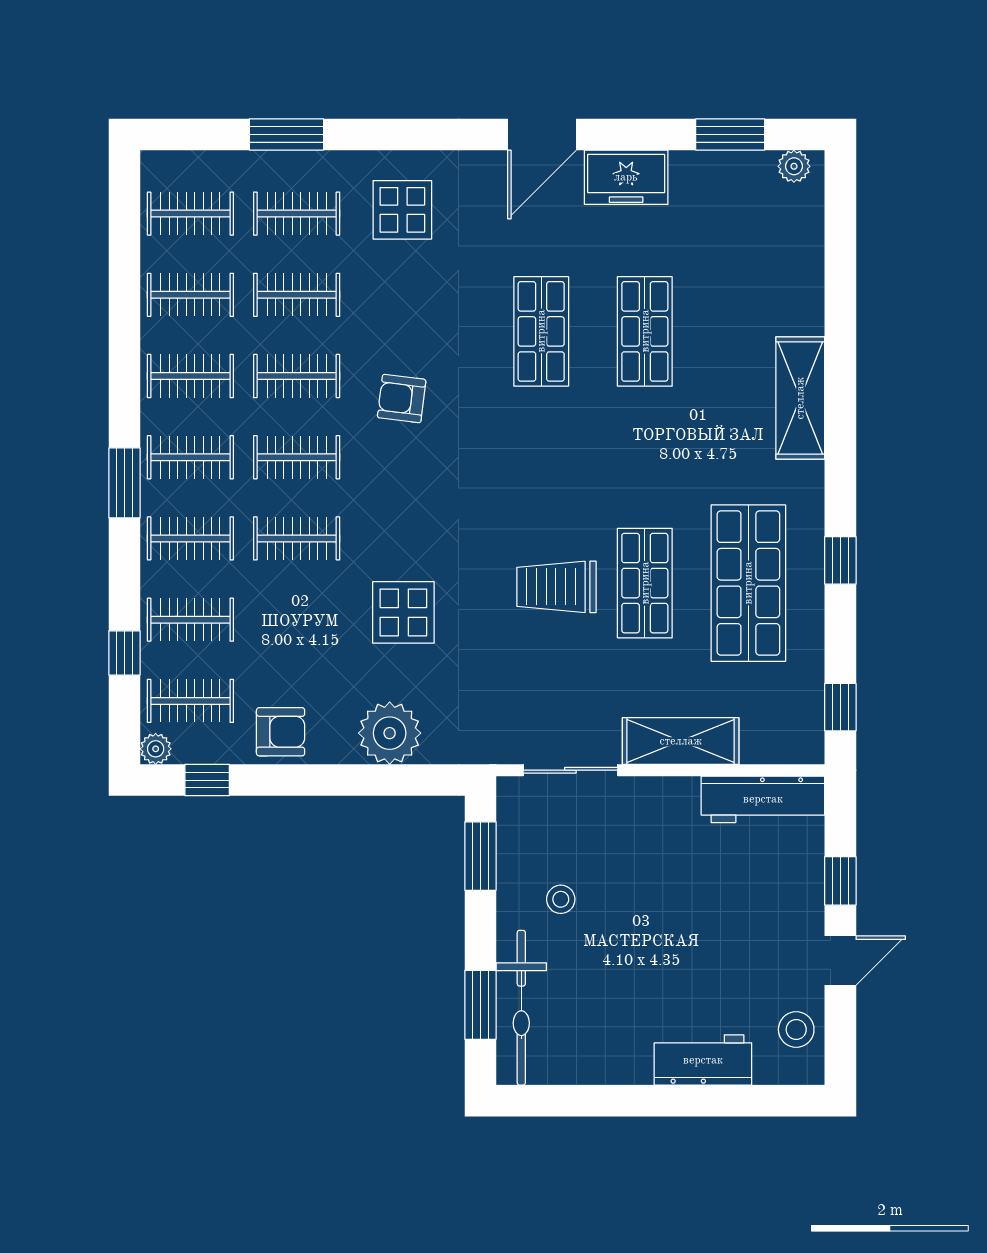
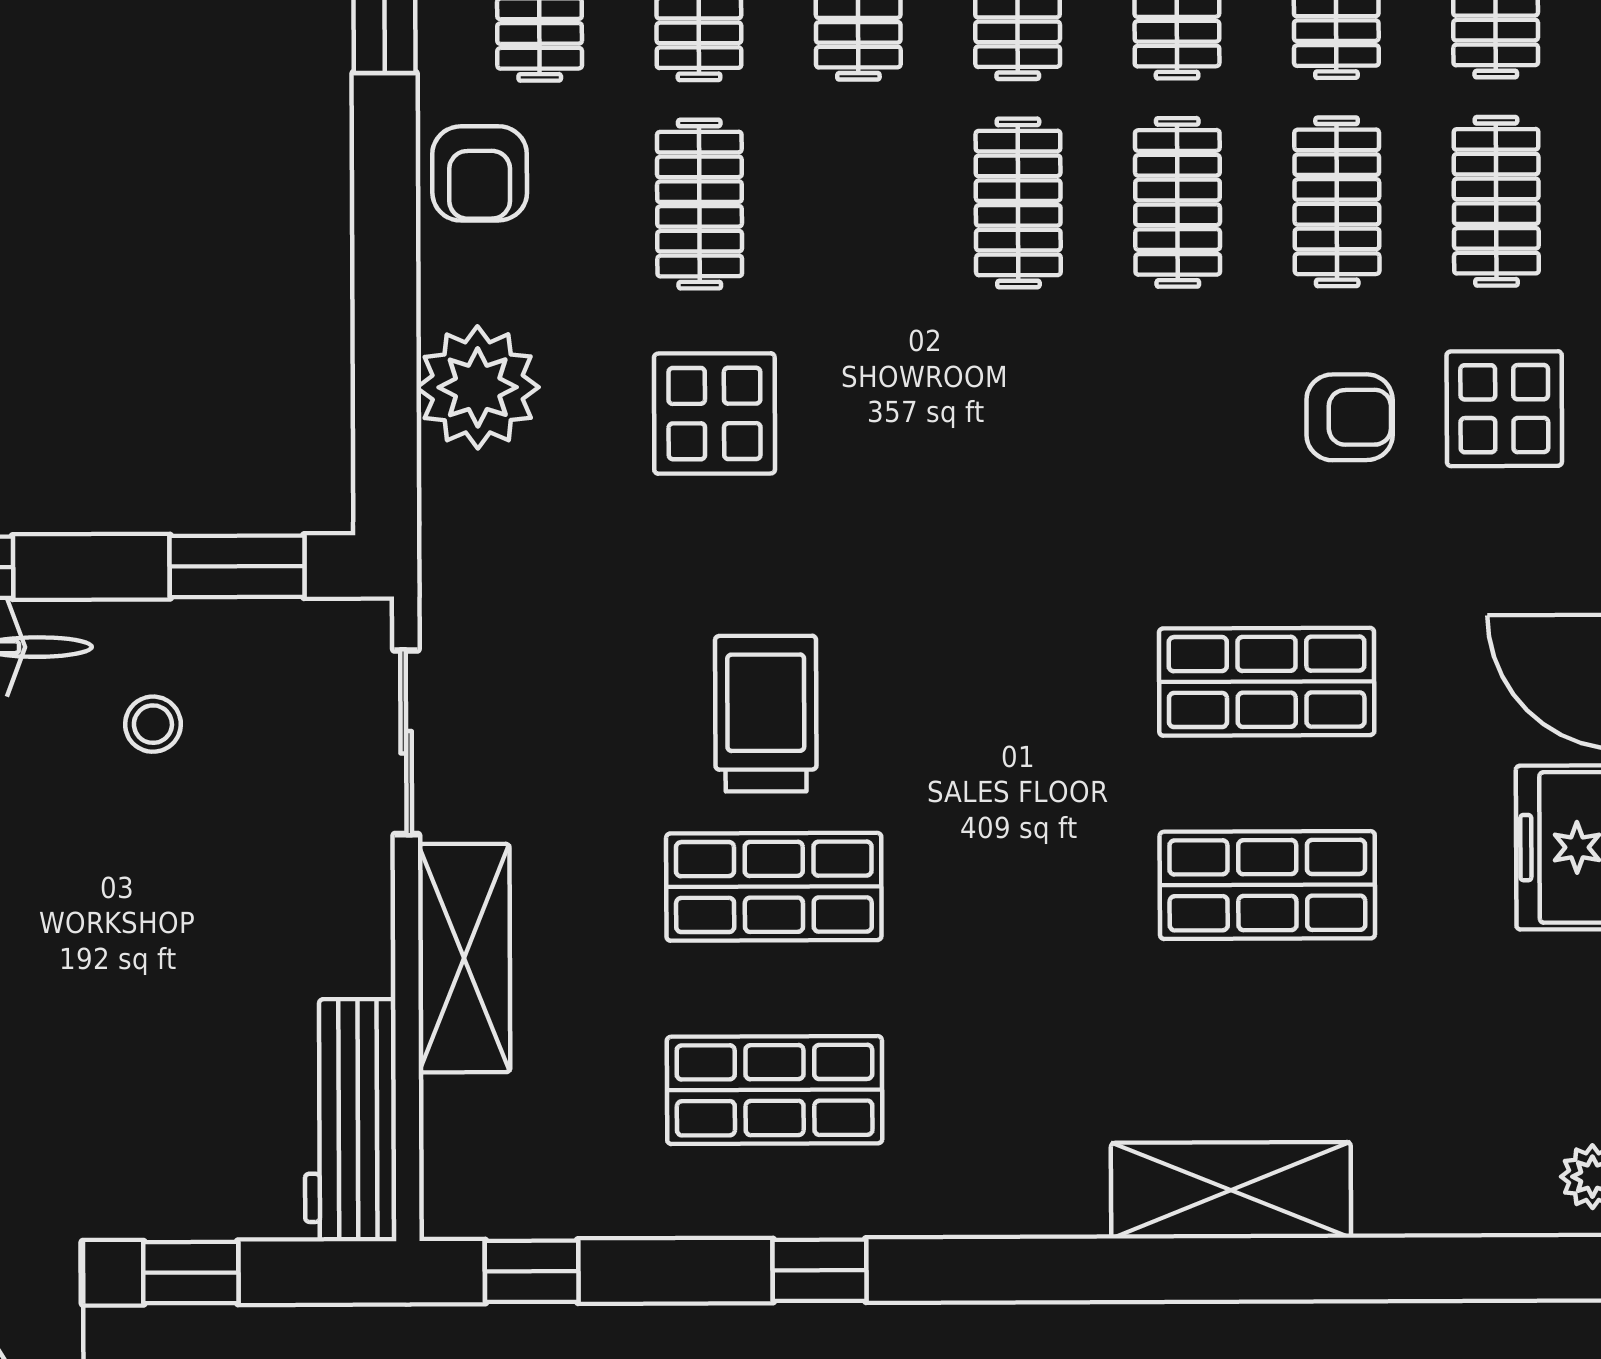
shelving: (800, 398) -> (1231, 1190), moved
armchair: (402, 399) -> (1350, 417), moved, turned 83
clothes rail: (297, 538) -> (699, 204), moved
shop shelf: (748, 583) -> (775, 1090), width x0.70, depth x0.74

